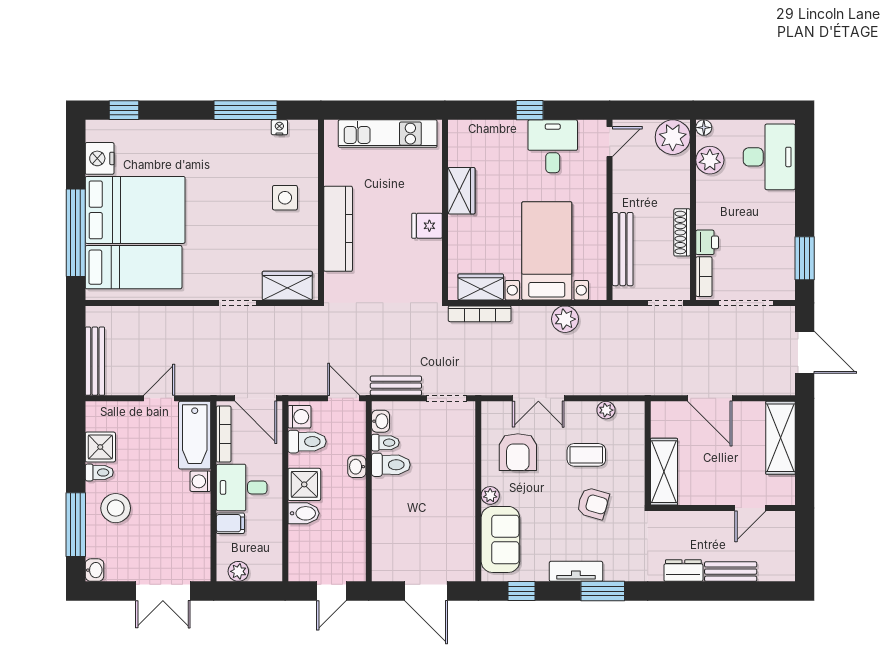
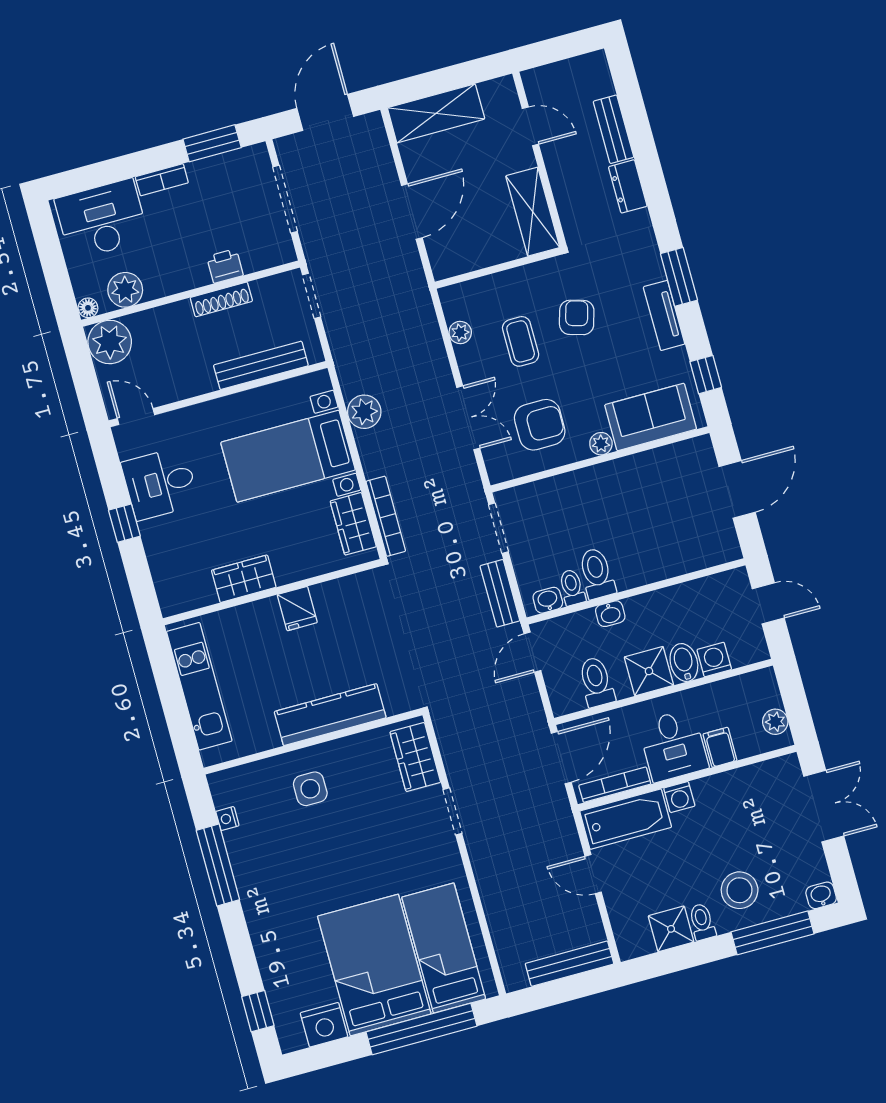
bookcase: (704, 277) -> (162, 180), moved, turned 180
washing machine: (299, 417) -> (714, 660), moved
shelving: (664, 472) -> (533, 212), moved, turned 90

